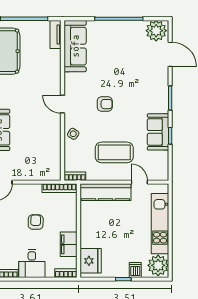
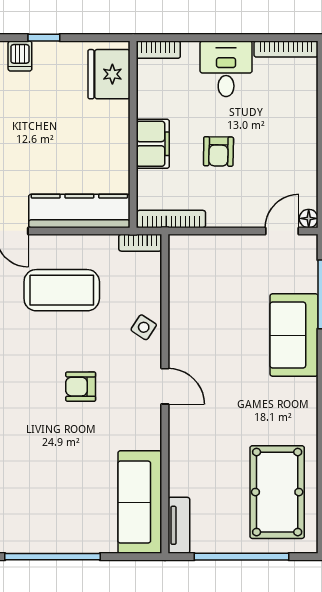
filing cabinet: (69, 244) -> (153, 144), moved

